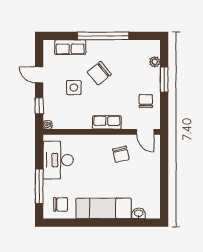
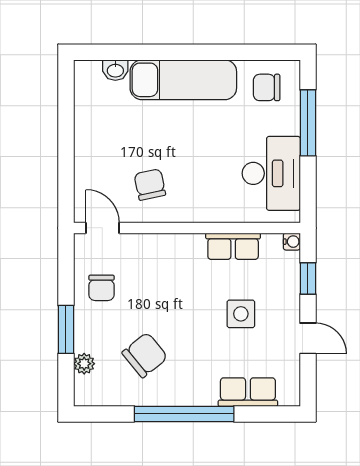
chair: (99, 73) -> (145, 355), moved
row of seats: (107, 122) -> (233, 246), moved

